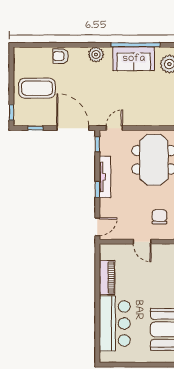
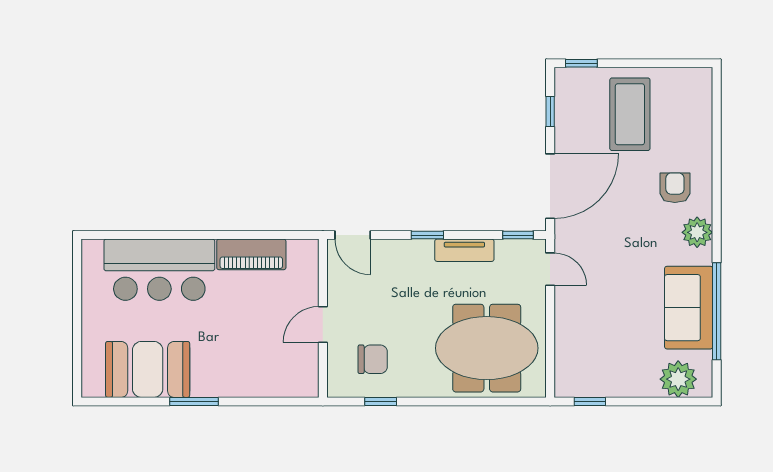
armchair: (61, 56) -> (675, 188), moved
tv unit: (105, 177) -> (464, 250), width x0.71

